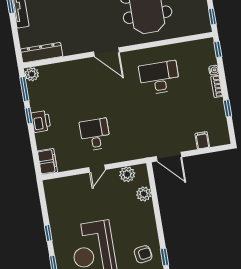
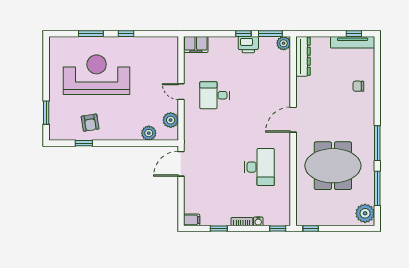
printer: (41, 121) -> (248, 45), moved
desk: (95, 134) -> (215, 95), turned 180
filing cabinet: (202, 140) -> (192, 220), moved

